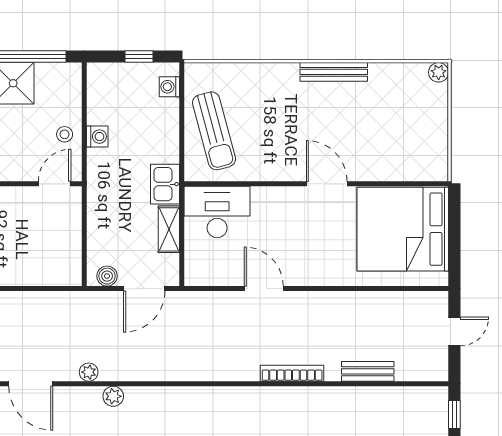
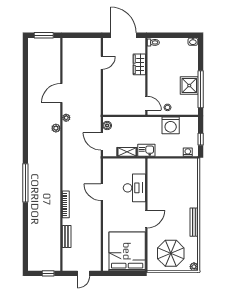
parasol: (407, 127) -> (171, 253), added
sun lounger: (214, 131) -> (169, 171), removed
washing machine: (97, 137) -> (171, 125), width x1.89, depth x1.89
desk: (217, 212) -> (134, 188), moved
door: (264, 289) -> (102, 192), swing flipped
door: (454, 331) -> (84, 273), hinge flipped

